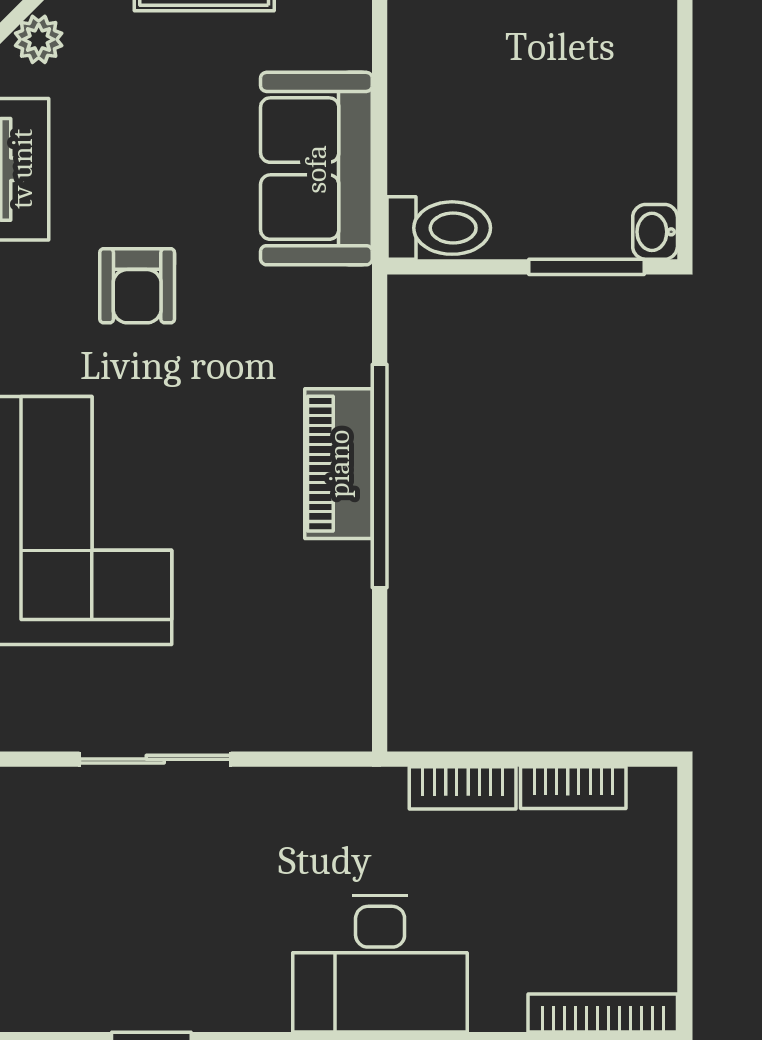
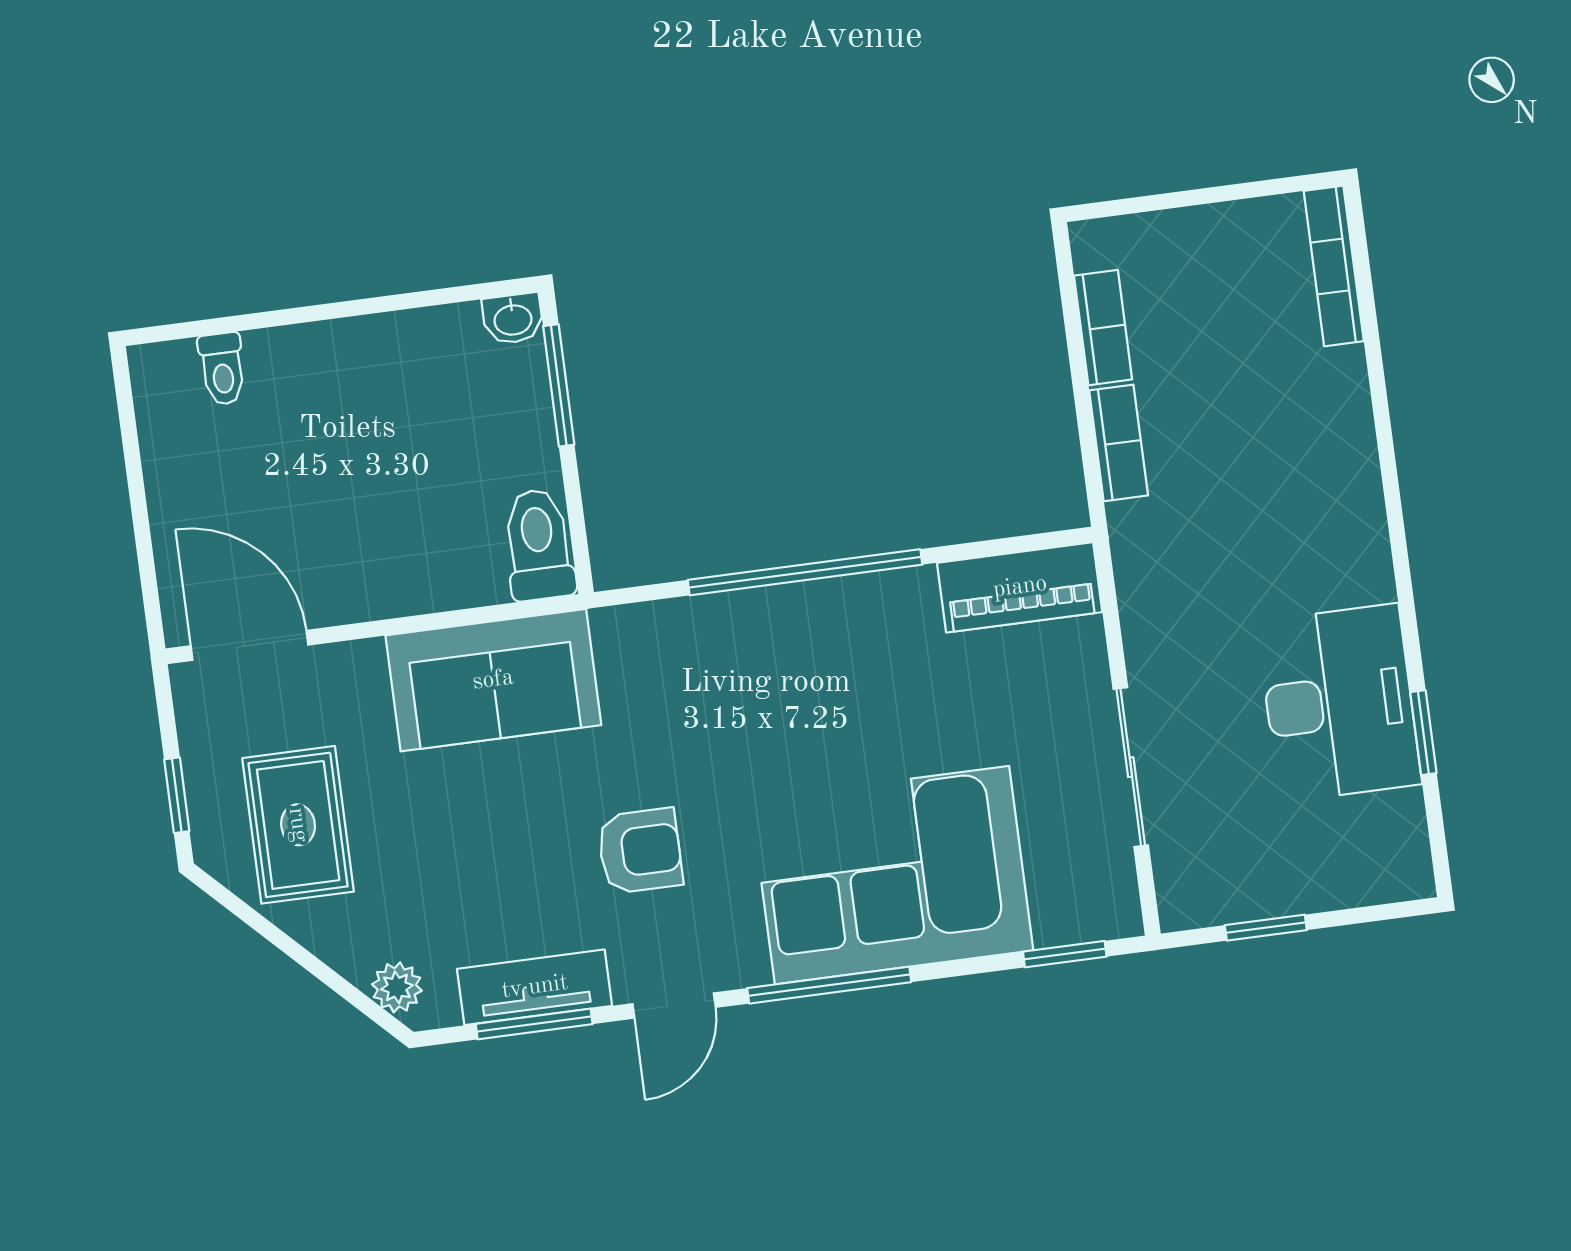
piano: (339, 464) -> (1020, 587), moved
desk: (380, 964) -> (1339, 703), moved

